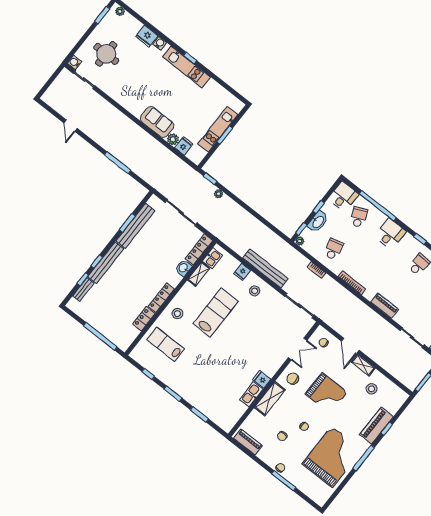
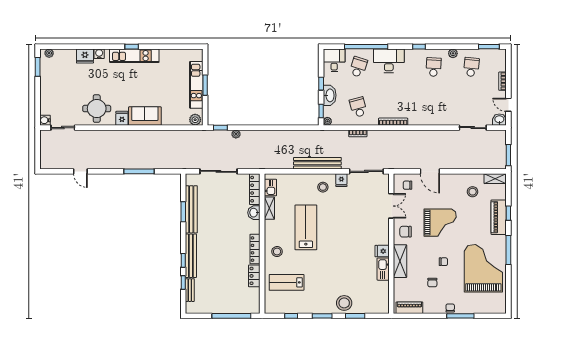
round table: (106, 54) -> (97, 109), moved
plant: (173, 139) -> (195, 120), moved
fridge: (184, 146) -> (122, 118), moved
school desk: (359, 217) -> (358, 67), turned 42
desk: (390, 234) -> (389, 61), width x1.37
fridge: (242, 272) -> (341, 180), moved
piano: (385, 306) -> (432, 120), removed
shelving: (363, 365) -> (495, 179), moved
stool: (199, 397) -> (344, 303), added

